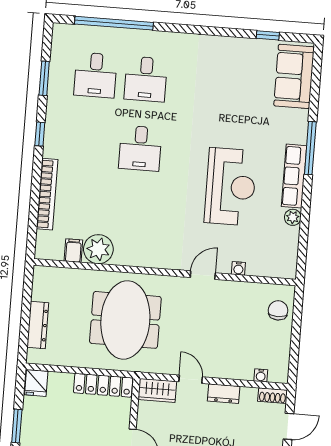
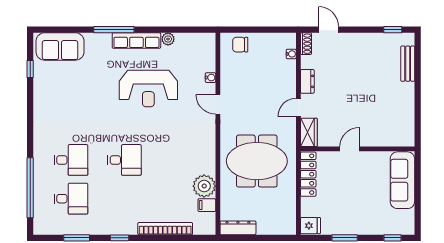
reception desk: (231, 187) -> (148, 89), turned 180
dresser: (38, 325) -> (238, 228), moved

